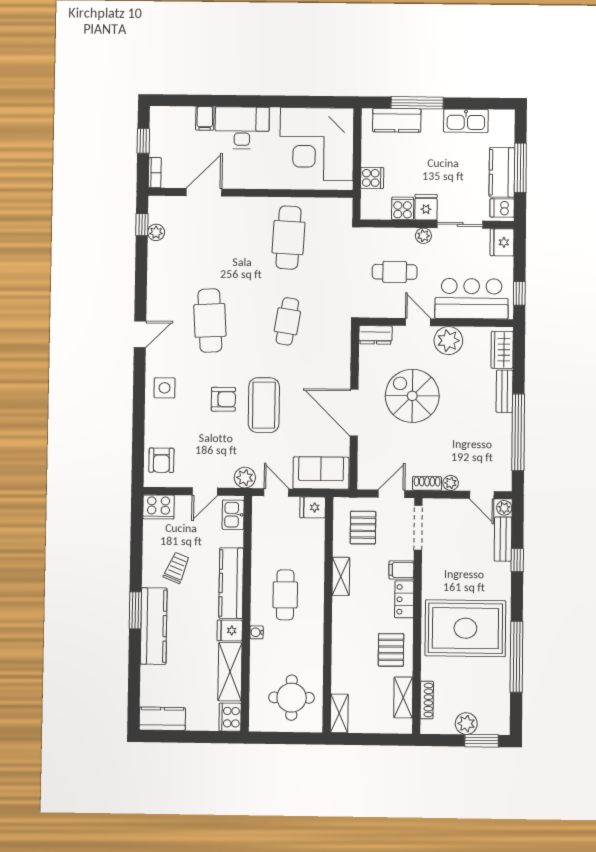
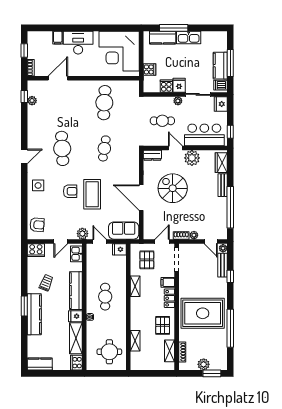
kitchen sink: (466, 121) -> (189, 37), moved
armchair: (161, 460) -> (37, 225), turned -86
shelving: (339, 713) -> (135, 341), moved

